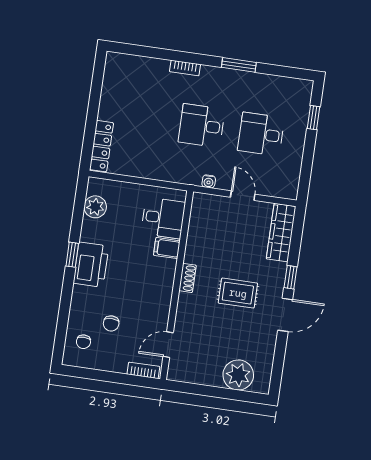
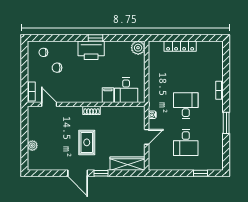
desk: (261, 134) -> (186, 143), turned 180
locker: (101, 146) -> (180, 46), moved
plant: (95, 207) -> (138, 48), moved
plant: (238, 375) -> (32, 146), width x0.53, depth x0.53

